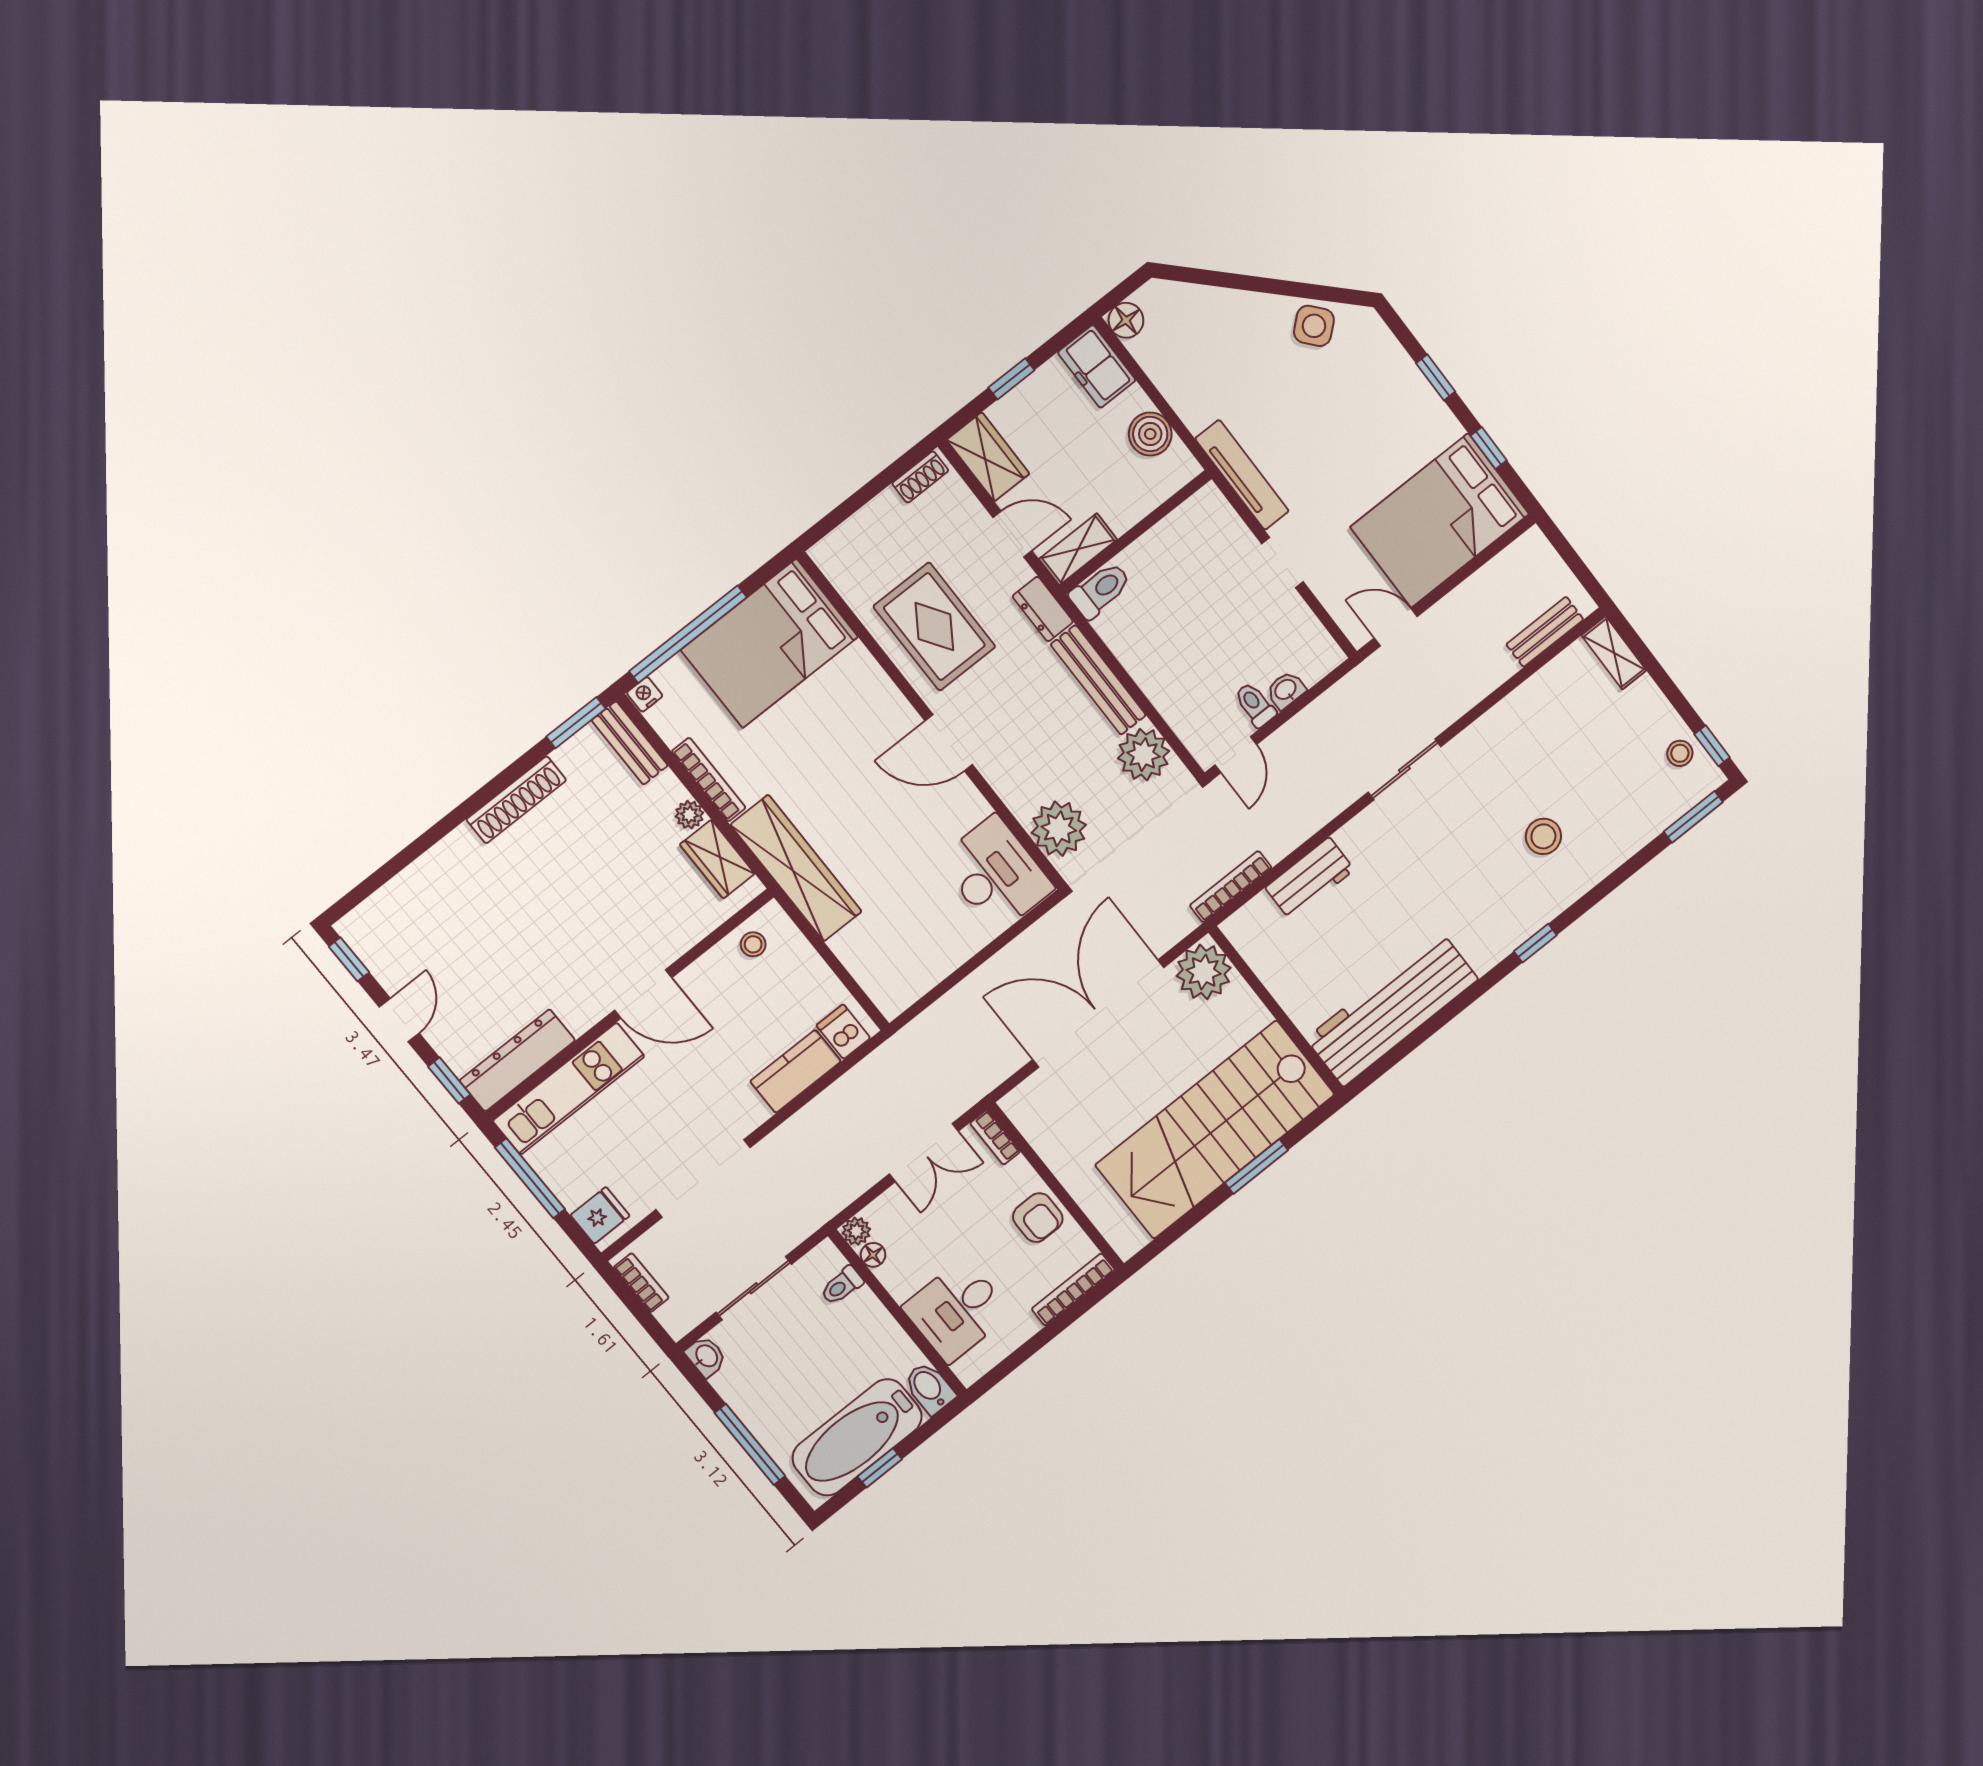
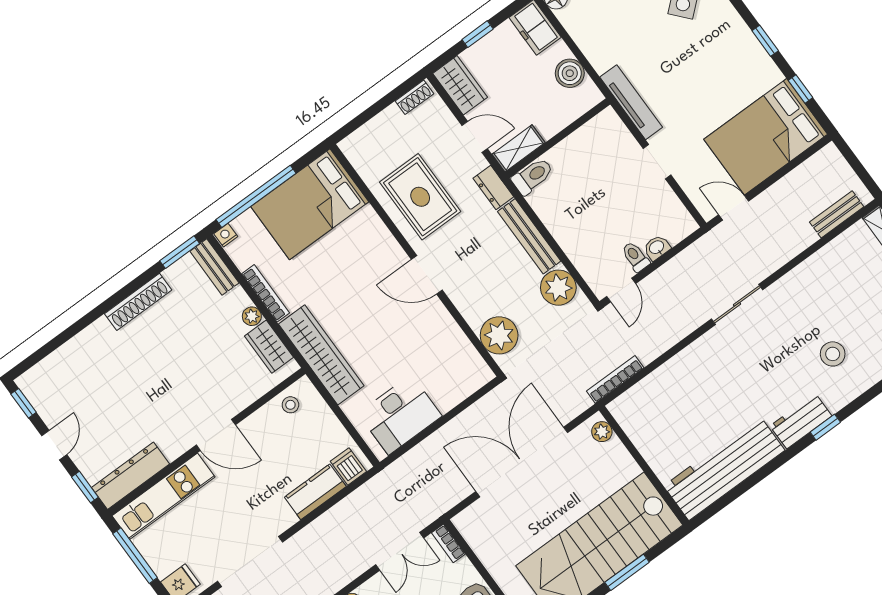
desk: (996, 874) -> (400, 415), moved, turned 90
workbench: (1310, 879) -> (801, 421), moved, turned 180
plant: (1204, 972) -> (602, 432), width x0.53, depth x0.53

